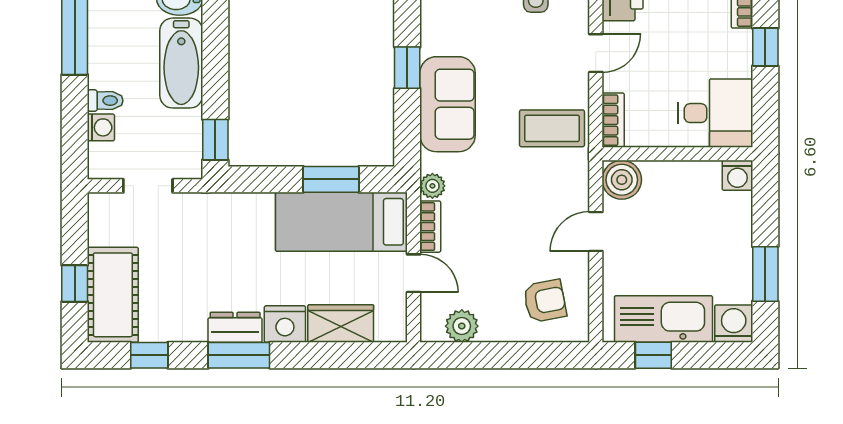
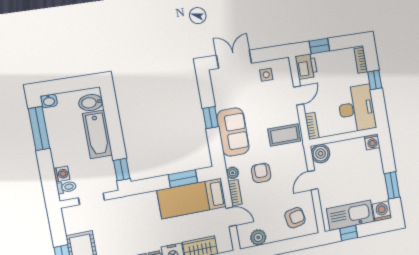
toilet: (105, 101) -> (66, 187), moved
desk: (715, 113) -> (357, 109), width x1.37
armchair: (491, 197) -> (261, 173), added

